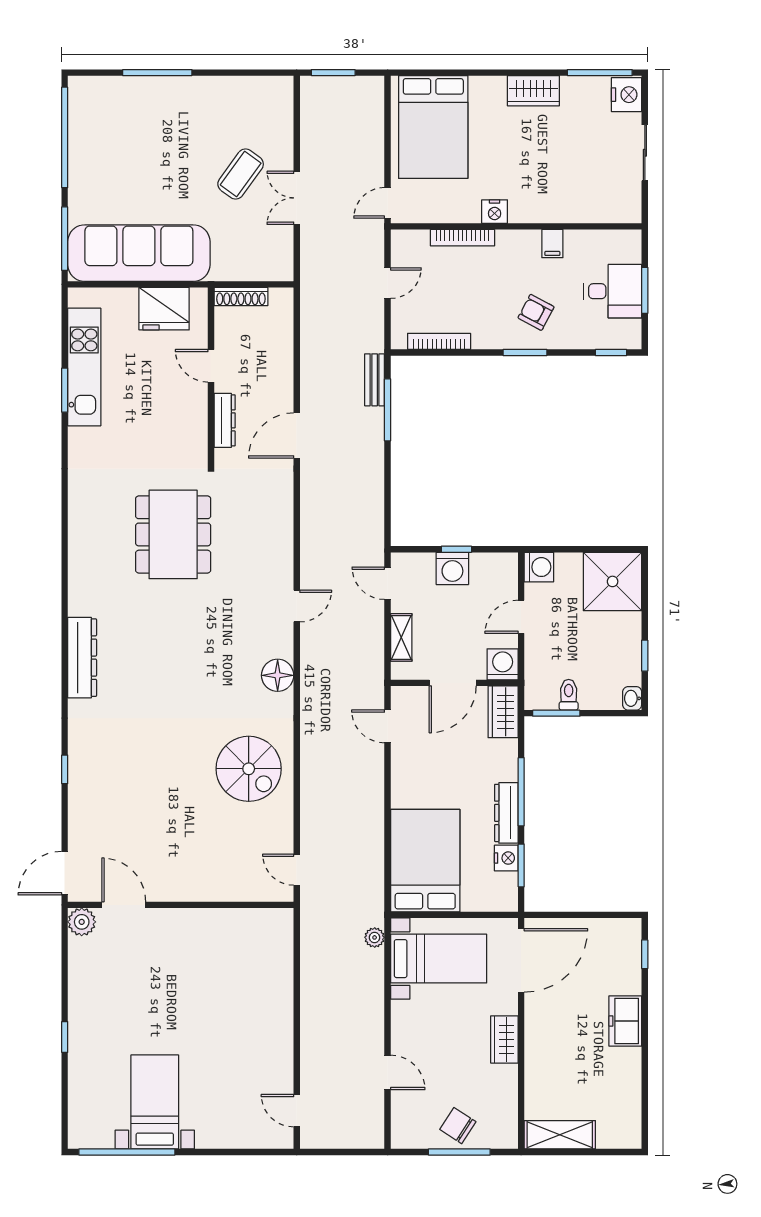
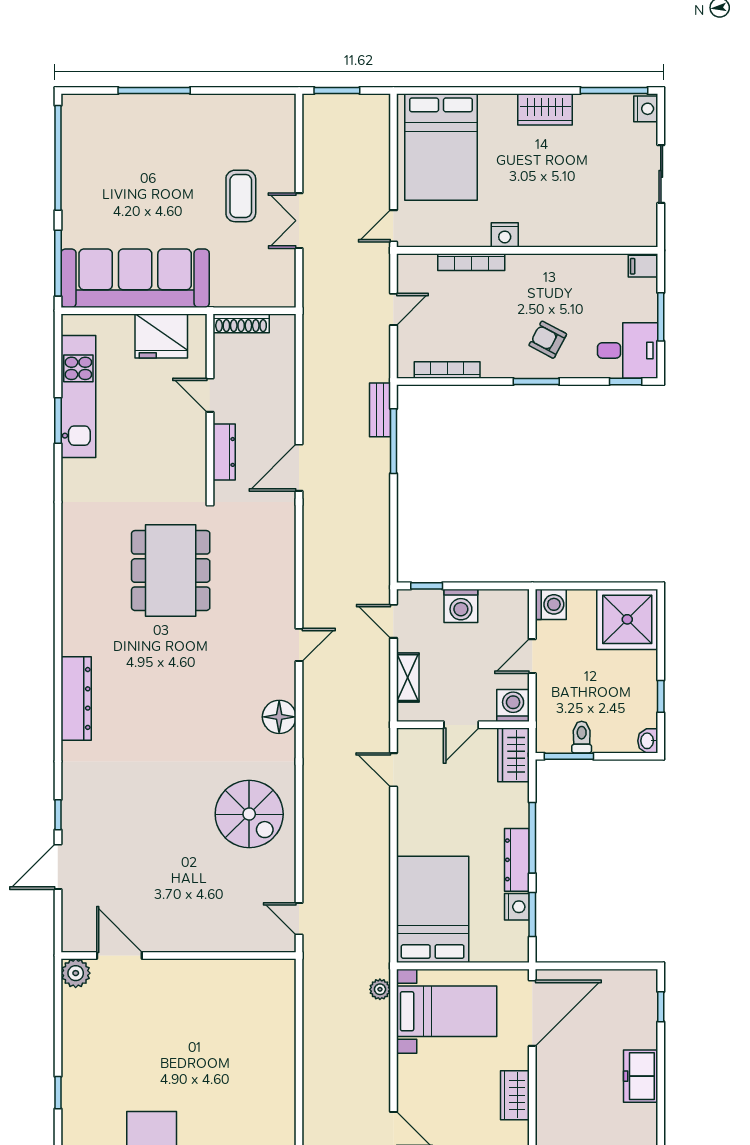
nightstand: (627, 95) -> (646, 109), width x0.74, depth x0.75
coffee table: (241, 174) -> (241, 196), turned -36
filing cabinet: (552, 244) -> (643, 266), moved, turned 90
desk: (613, 291) -> (628, 350), moved
window: (456, 549) -> (427, 586), moved
door: (453, 683) -> (461, 725), width x0.73
door: (65, 873) -> (58, 867), moved

